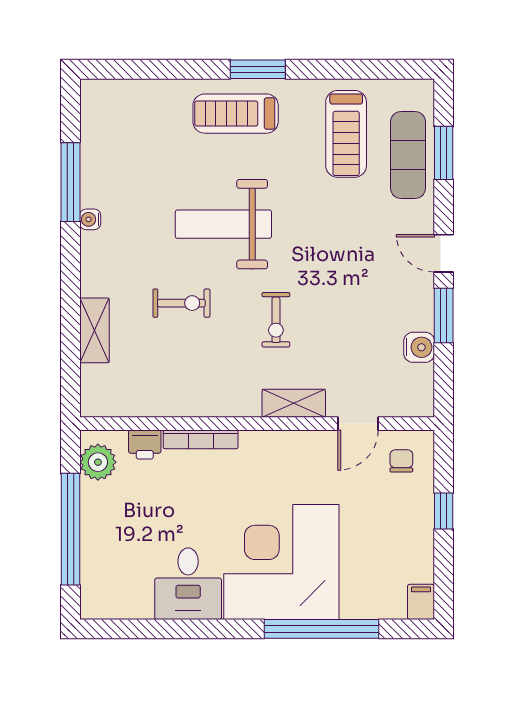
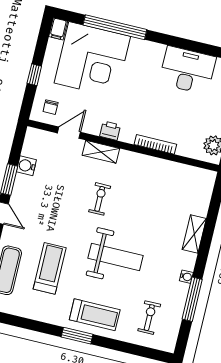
treadmill: (346, 134) -> (50, 268), moved
exercise bike: (181, 303) -> (149, 318), moved, turned 90
shelving: (94, 330) -> (194, 234), moved
printer: (145, 445) -> (110, 131), moved
corner desk: (281, 562) -> (92, 60), moved
desk: (188, 584) -> (187, 70), width x1.37

